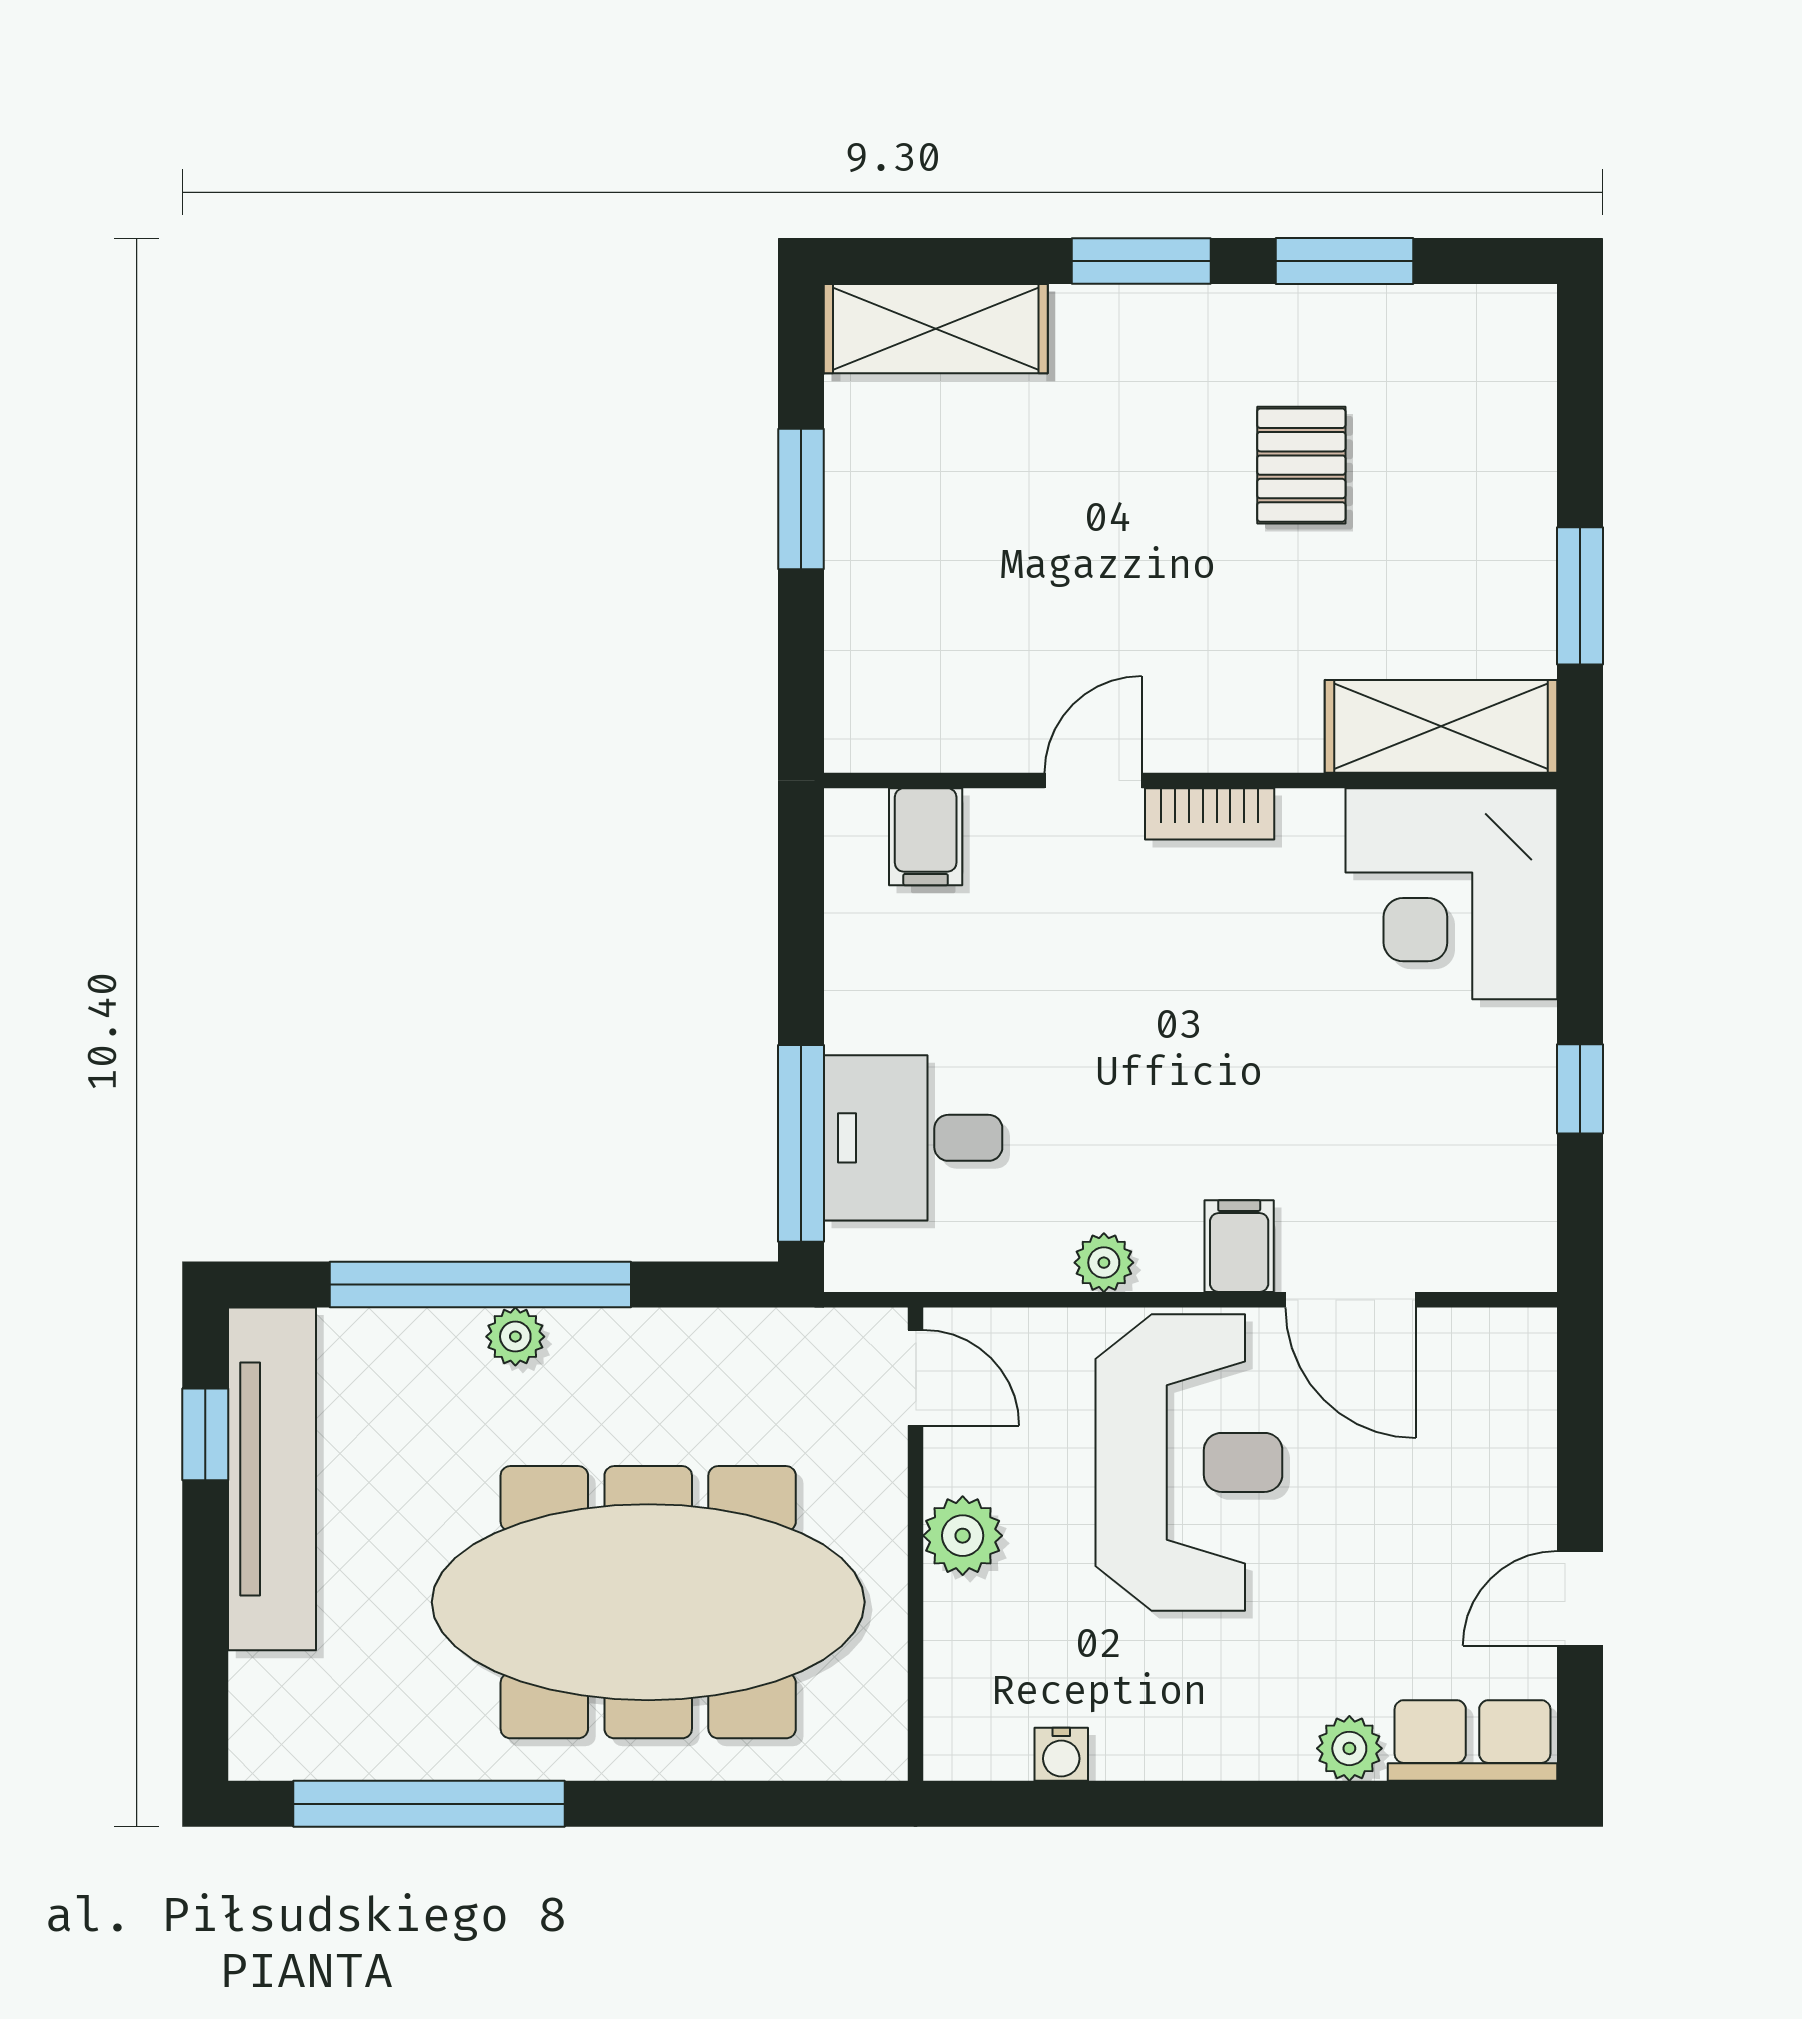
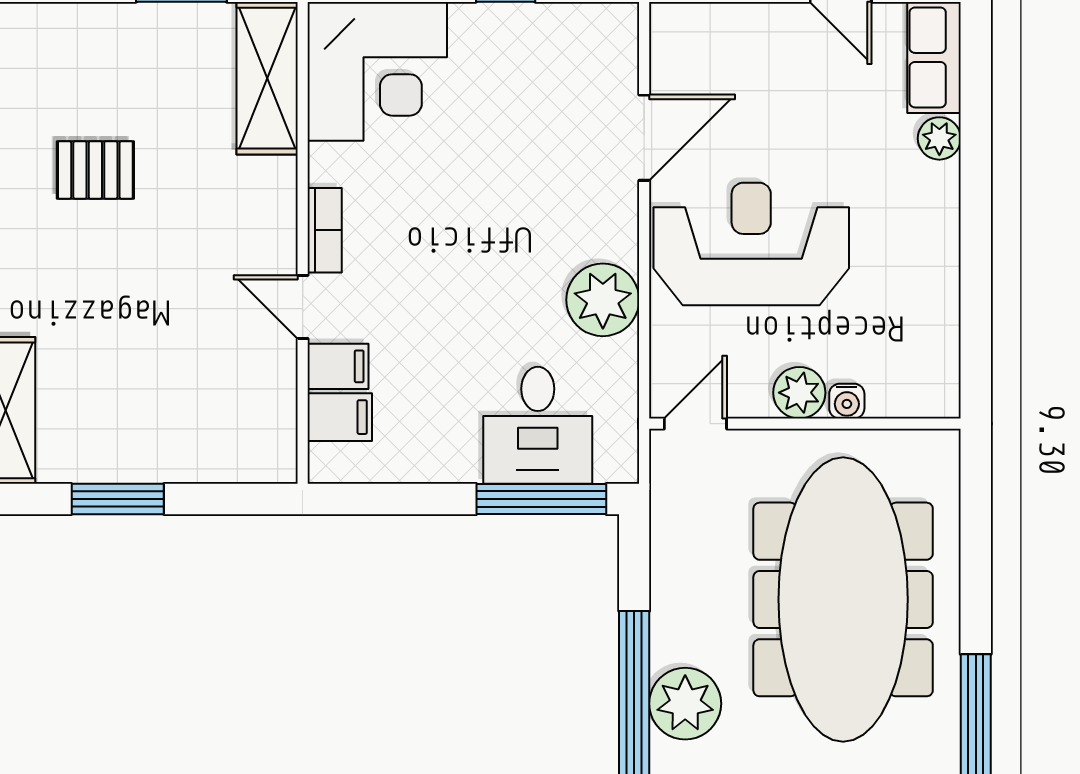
filing cabinet: (1239, 1246) -> (338, 366), moved, turned 180
plant: (1104, 1263) -> (603, 300), width x1.88, depth x1.88
plant: (515, 1337) -> (685, 704), width x1.87, depth x1.87
water cooler: (1061, 1754) -> (847, 401), moved, turned 90

